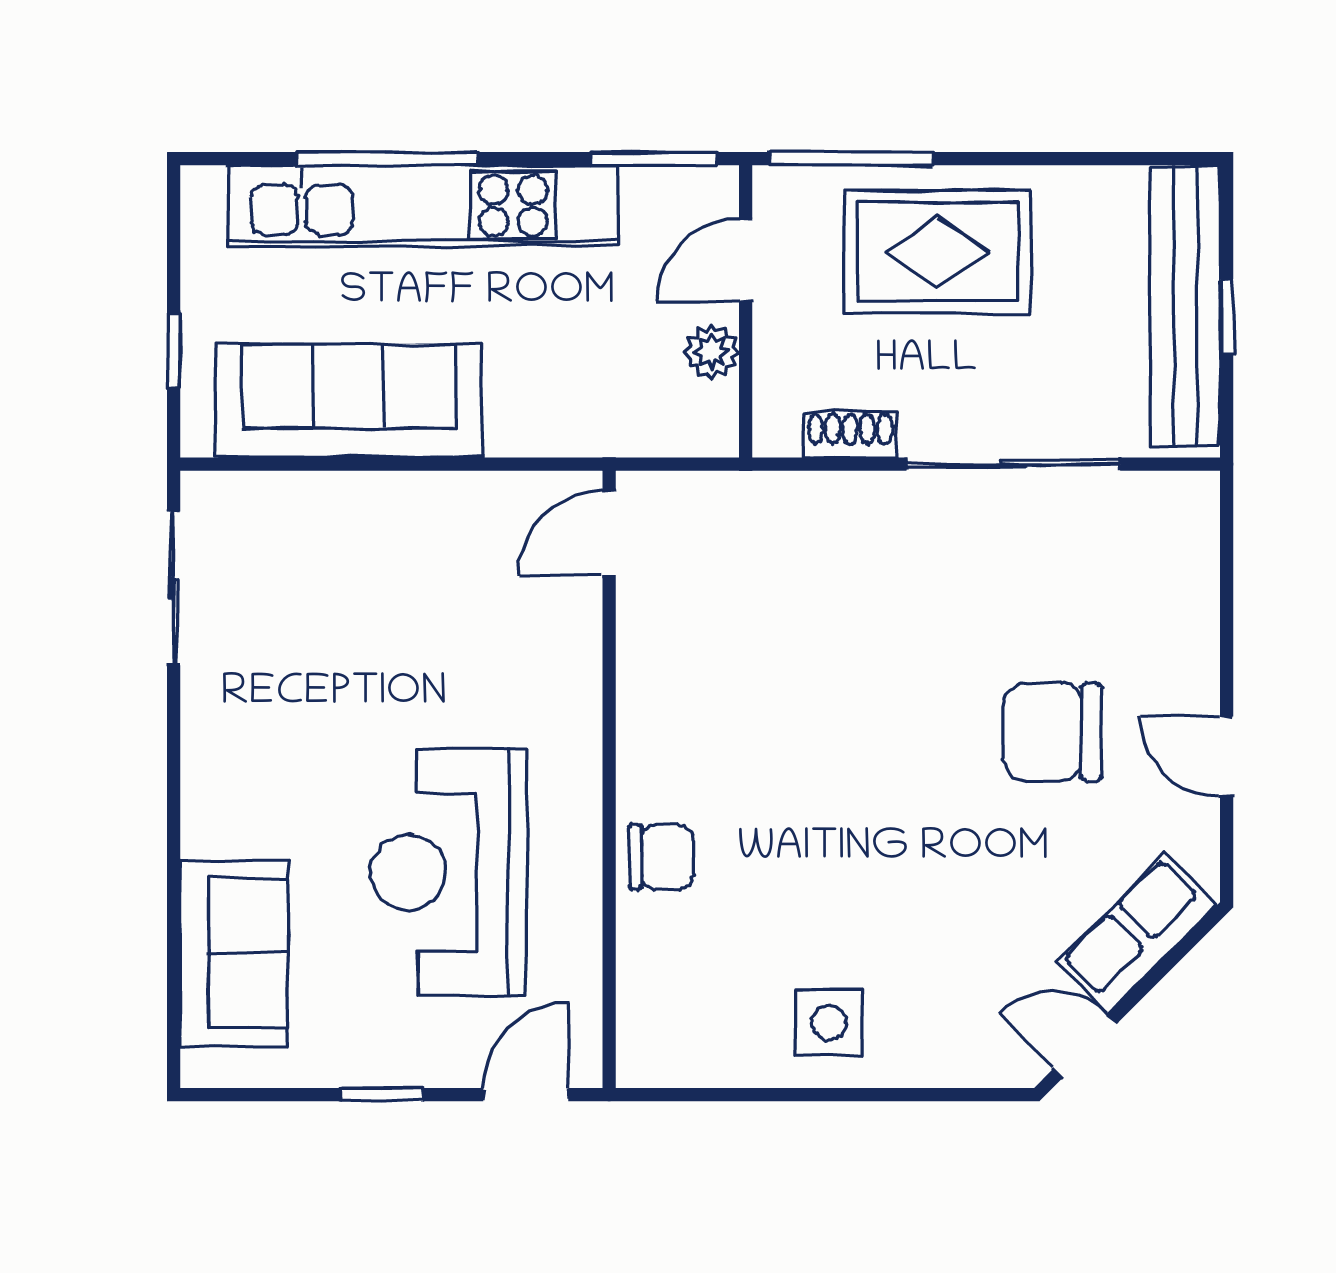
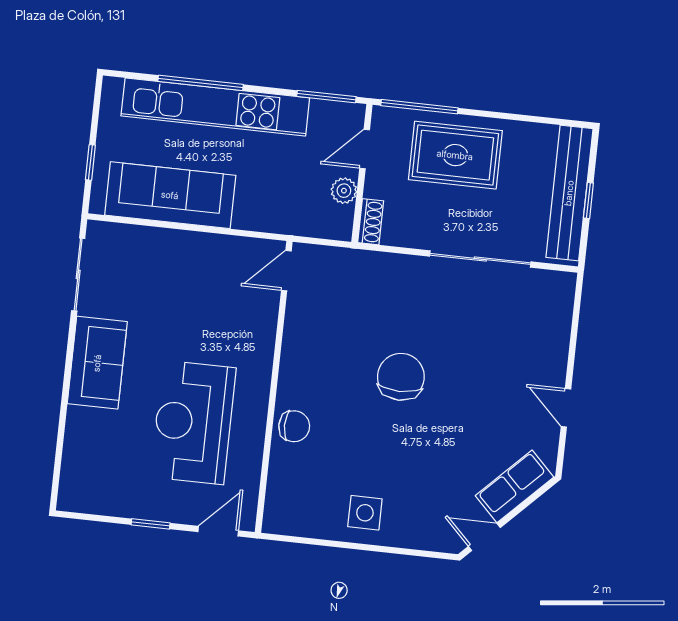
shoe rack: (850, 435) -> (371, 222), moved, turned 90
chair: (1052, 732) -> (401, 377), moved, turned 90
sofa: (234, 953) -> (97, 363), moved

